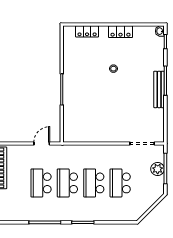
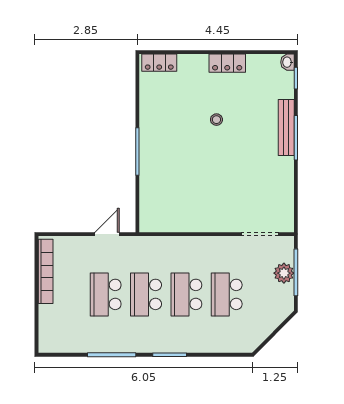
locker: (87, 31) -> (159, 63), moved
bench: (159, 89) -> (286, 127), moved

